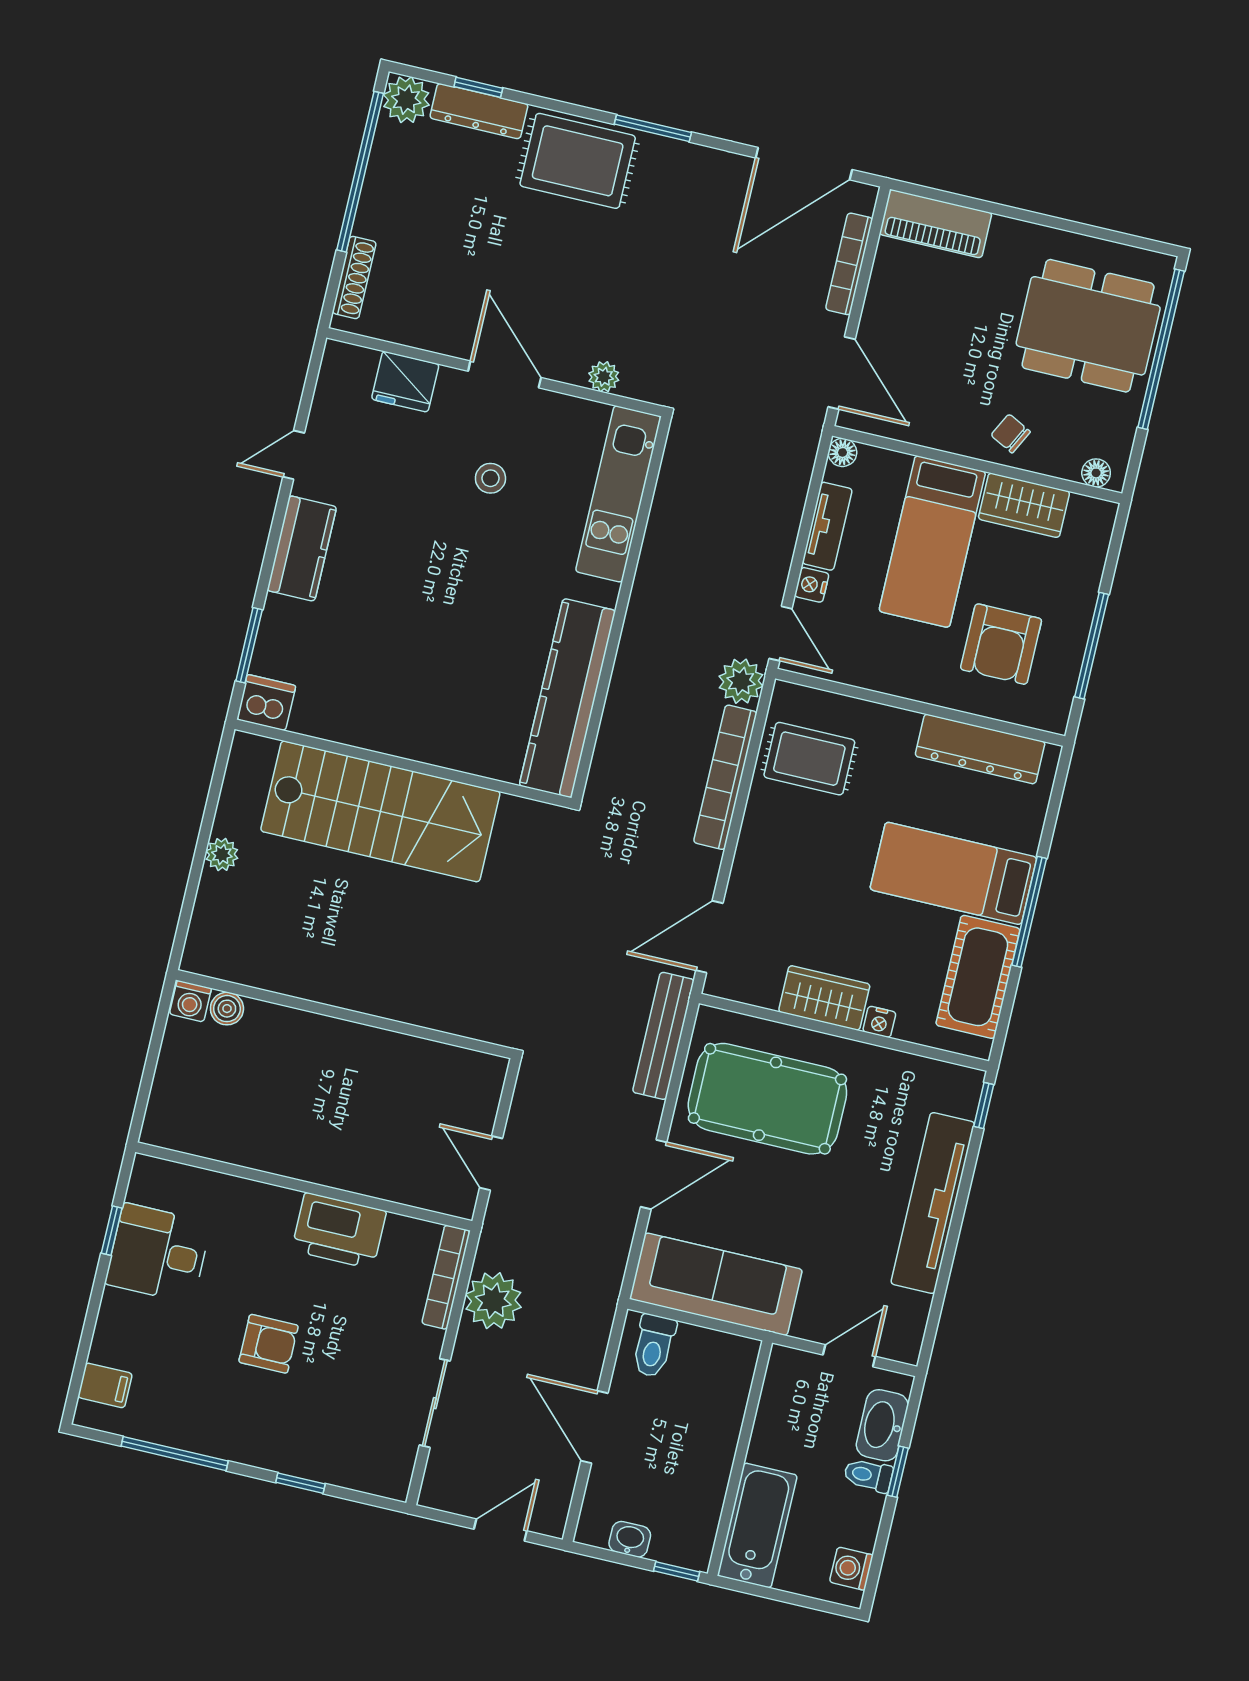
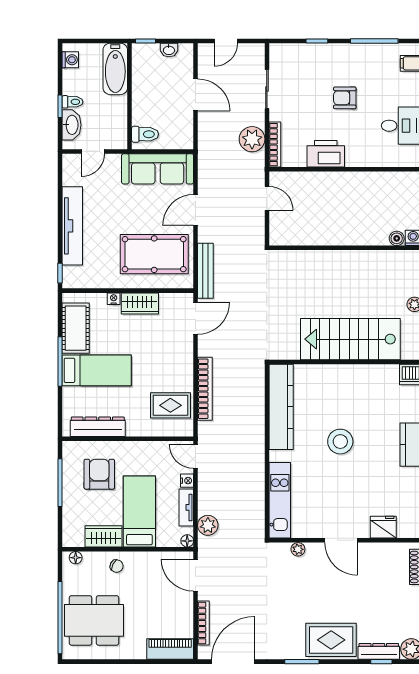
stool: (490, 478) -> (340, 442), moved, width x1.89, depth x1.89
plant: (741, 681) -> (208, 525), moved
toilet: (654, 1346) -> (145, 134), moved, turned 90

